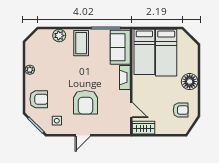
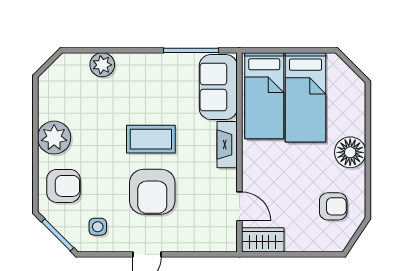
coffee table: (81, 43) -> (151, 139), moved, turned 90
plant: (30, 70) -> (54, 138), width x1.87, depth x1.87

